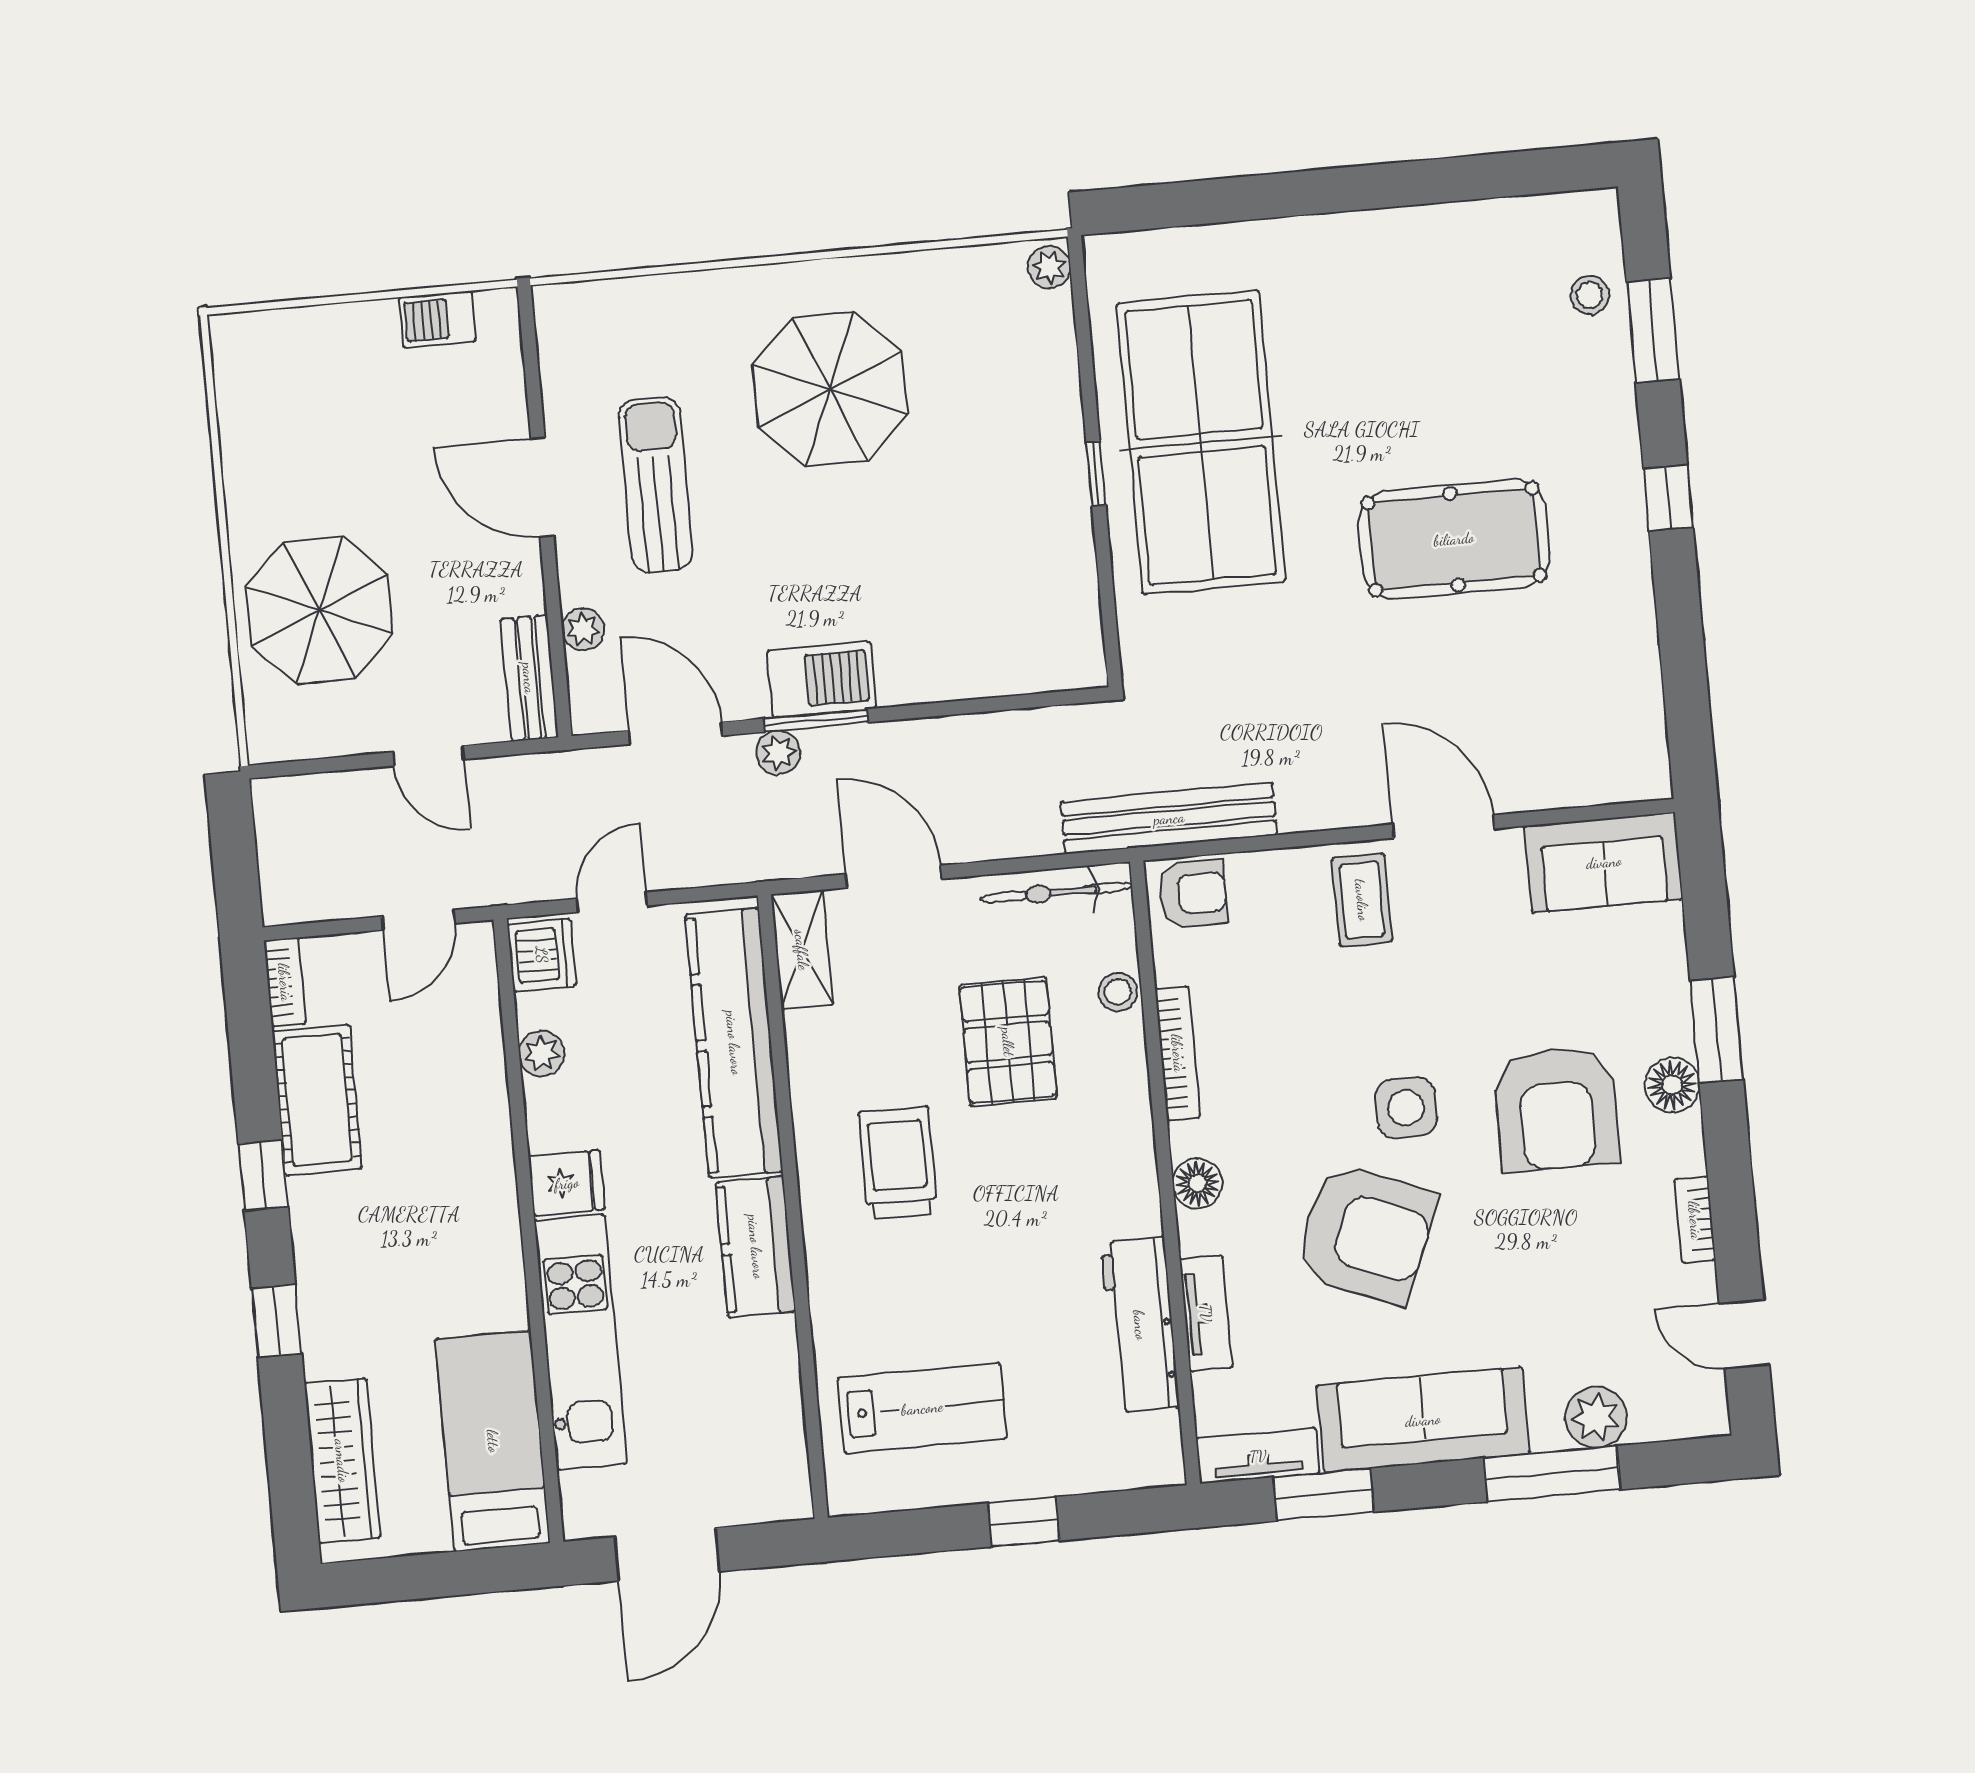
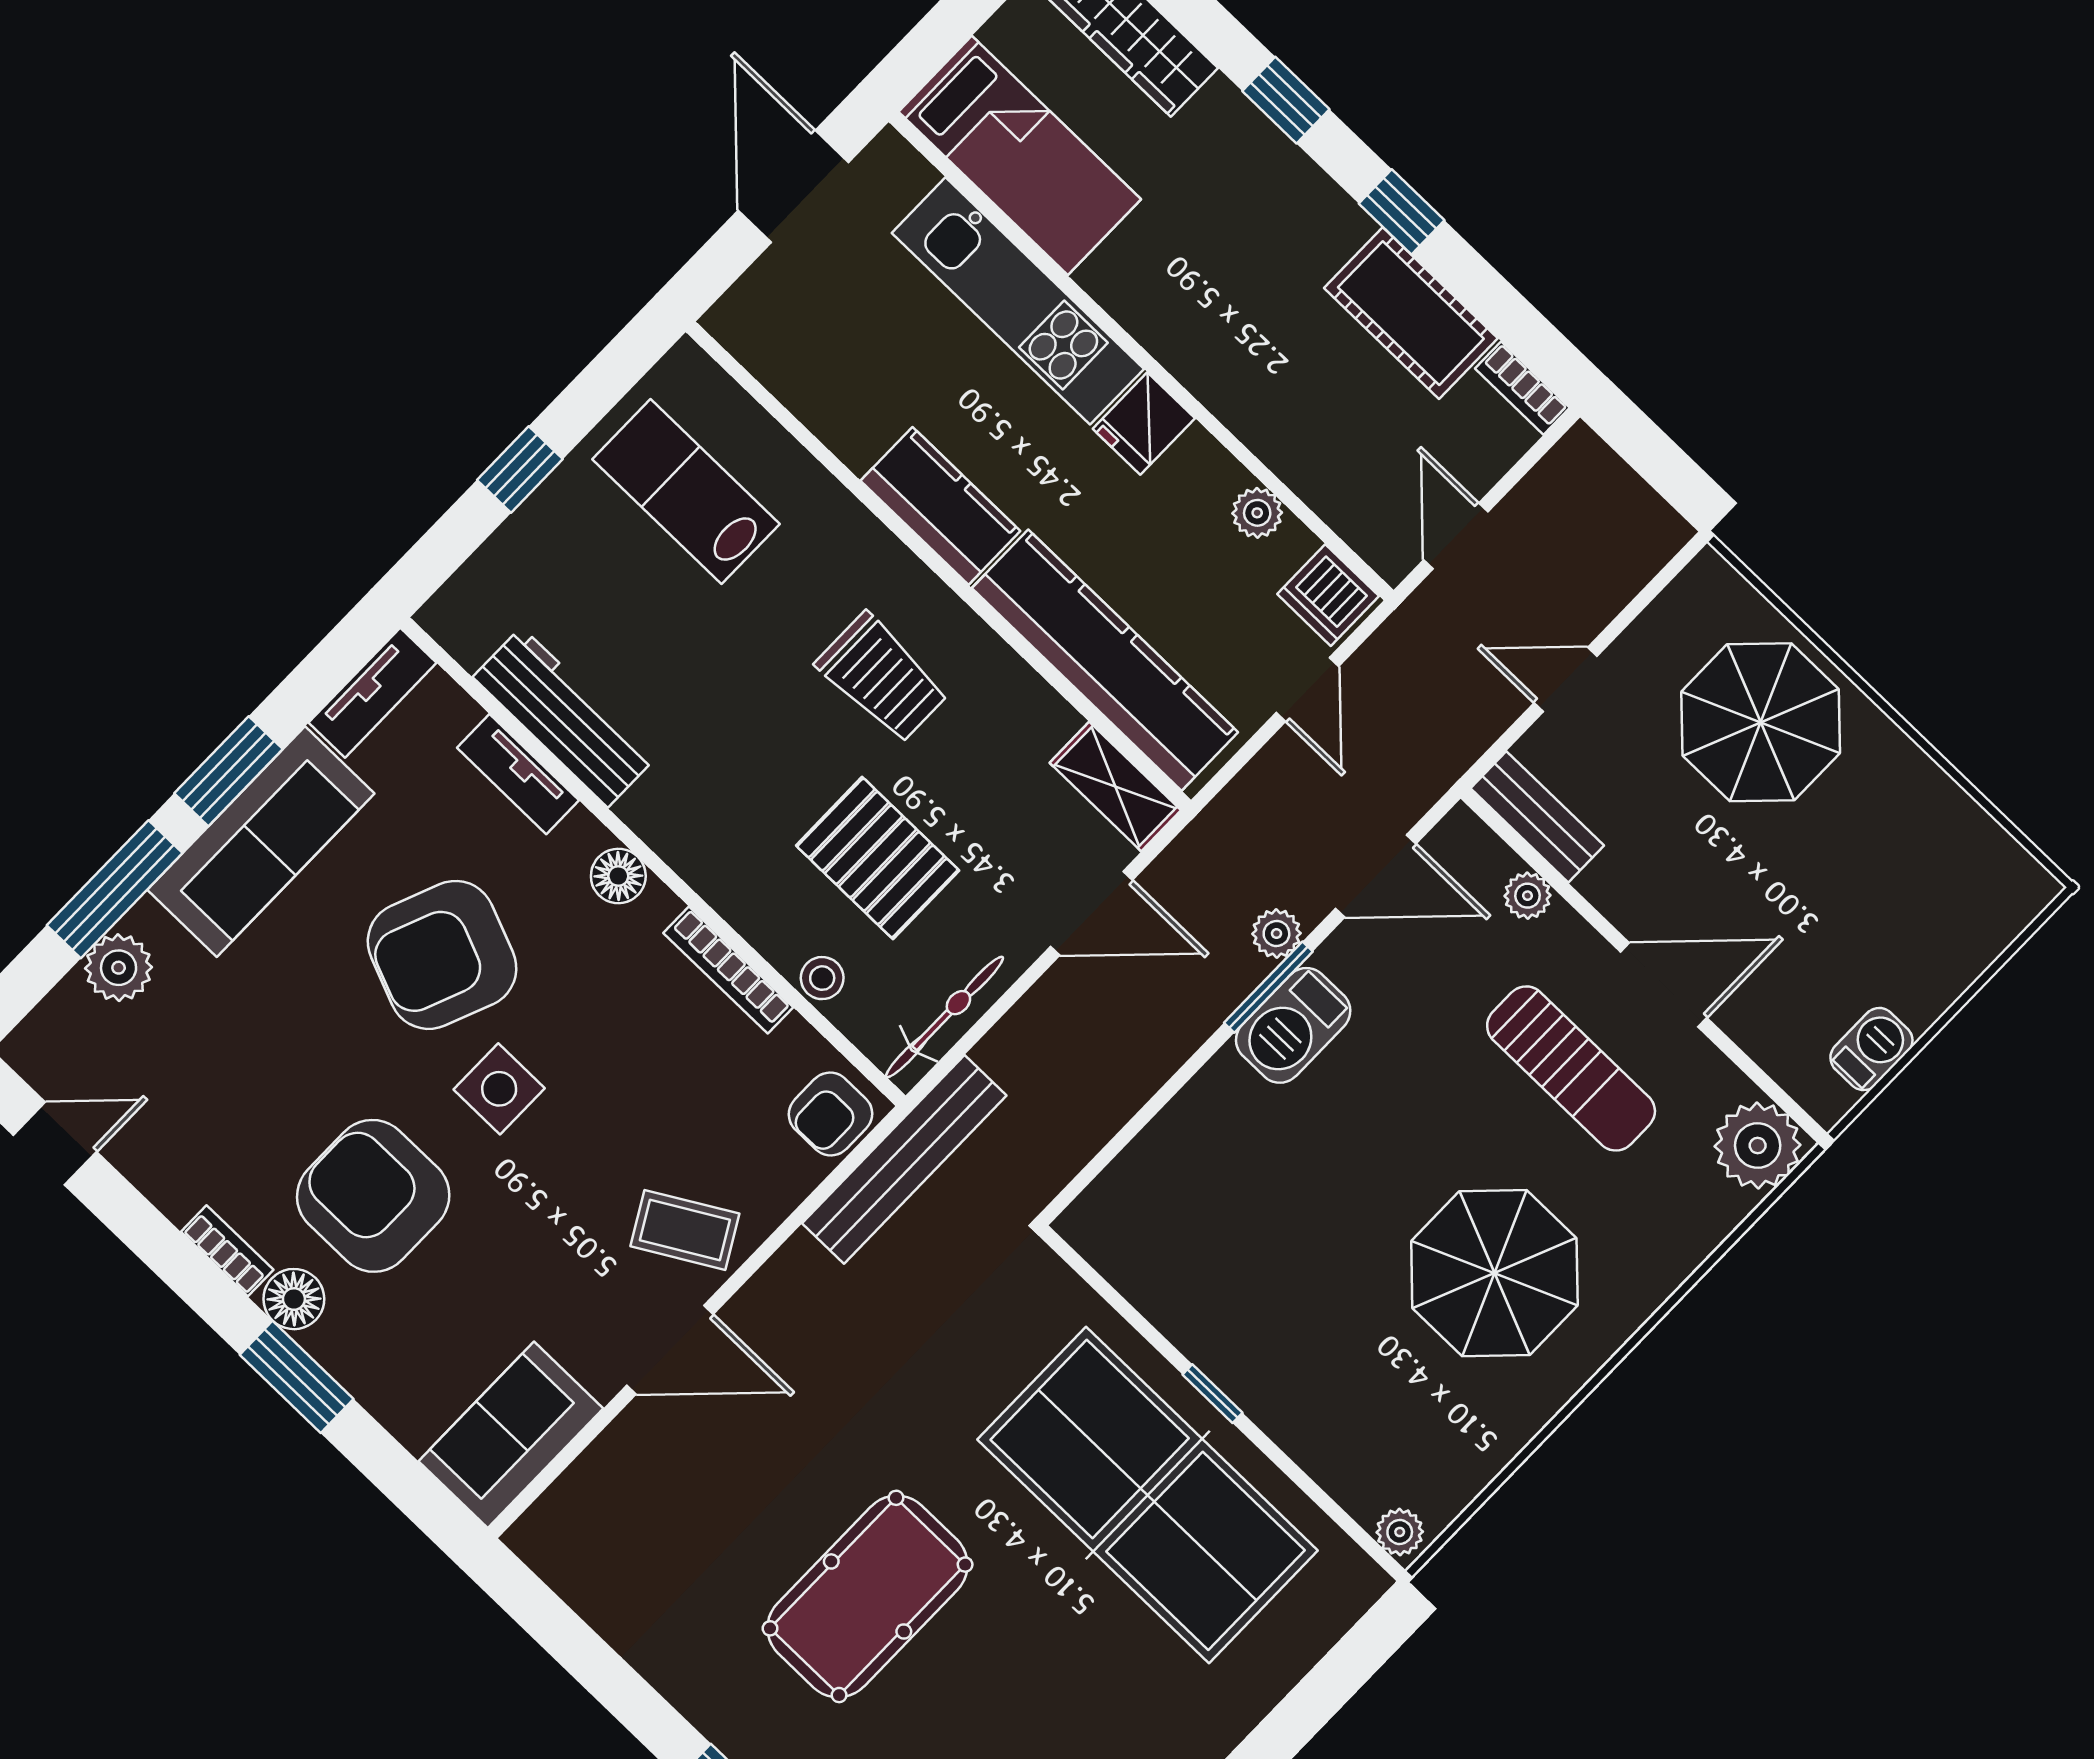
plant: (573, 321) -> (1758, 1146), added
coffee table: (1362, 900) -> (685, 1230), turned -30
bookcase: (1695, 1220) -> (227, 1251), moved
lab bench: (922, 1408) -> (686, 492), turned 90
window: (1324, 1495) -> (229, 771), moved

